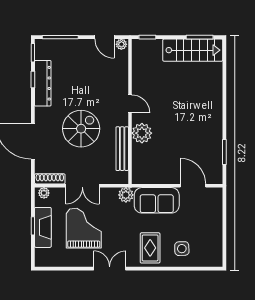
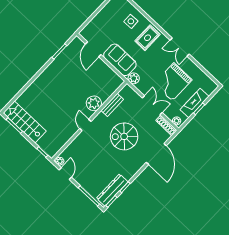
dresser: (43, 83) -> (112, 190), moved
bench: (122, 149) -> (112, 105), width x0.73

